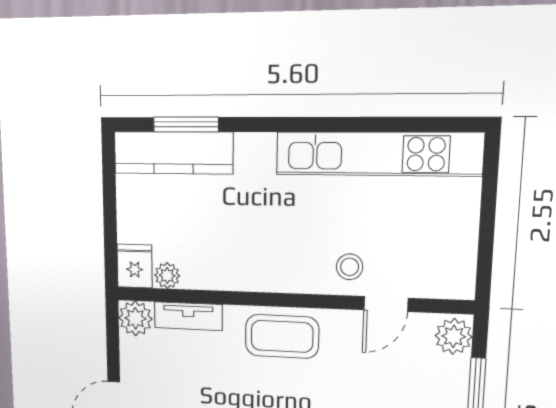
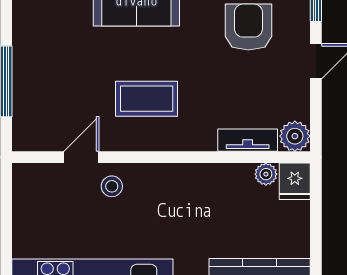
coffee table: (282, 336) -> (147, 99), moved
plant: (454, 336) -> (27, 133), removed

